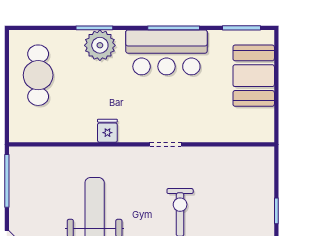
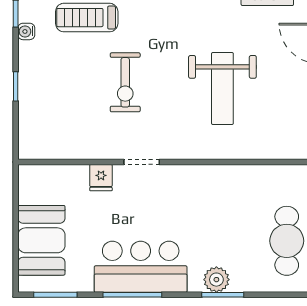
plant: (100, 45) -> (216, 280), width x0.73, depth x0.73
fridge: (107, 131) -> (101, 178), moved

